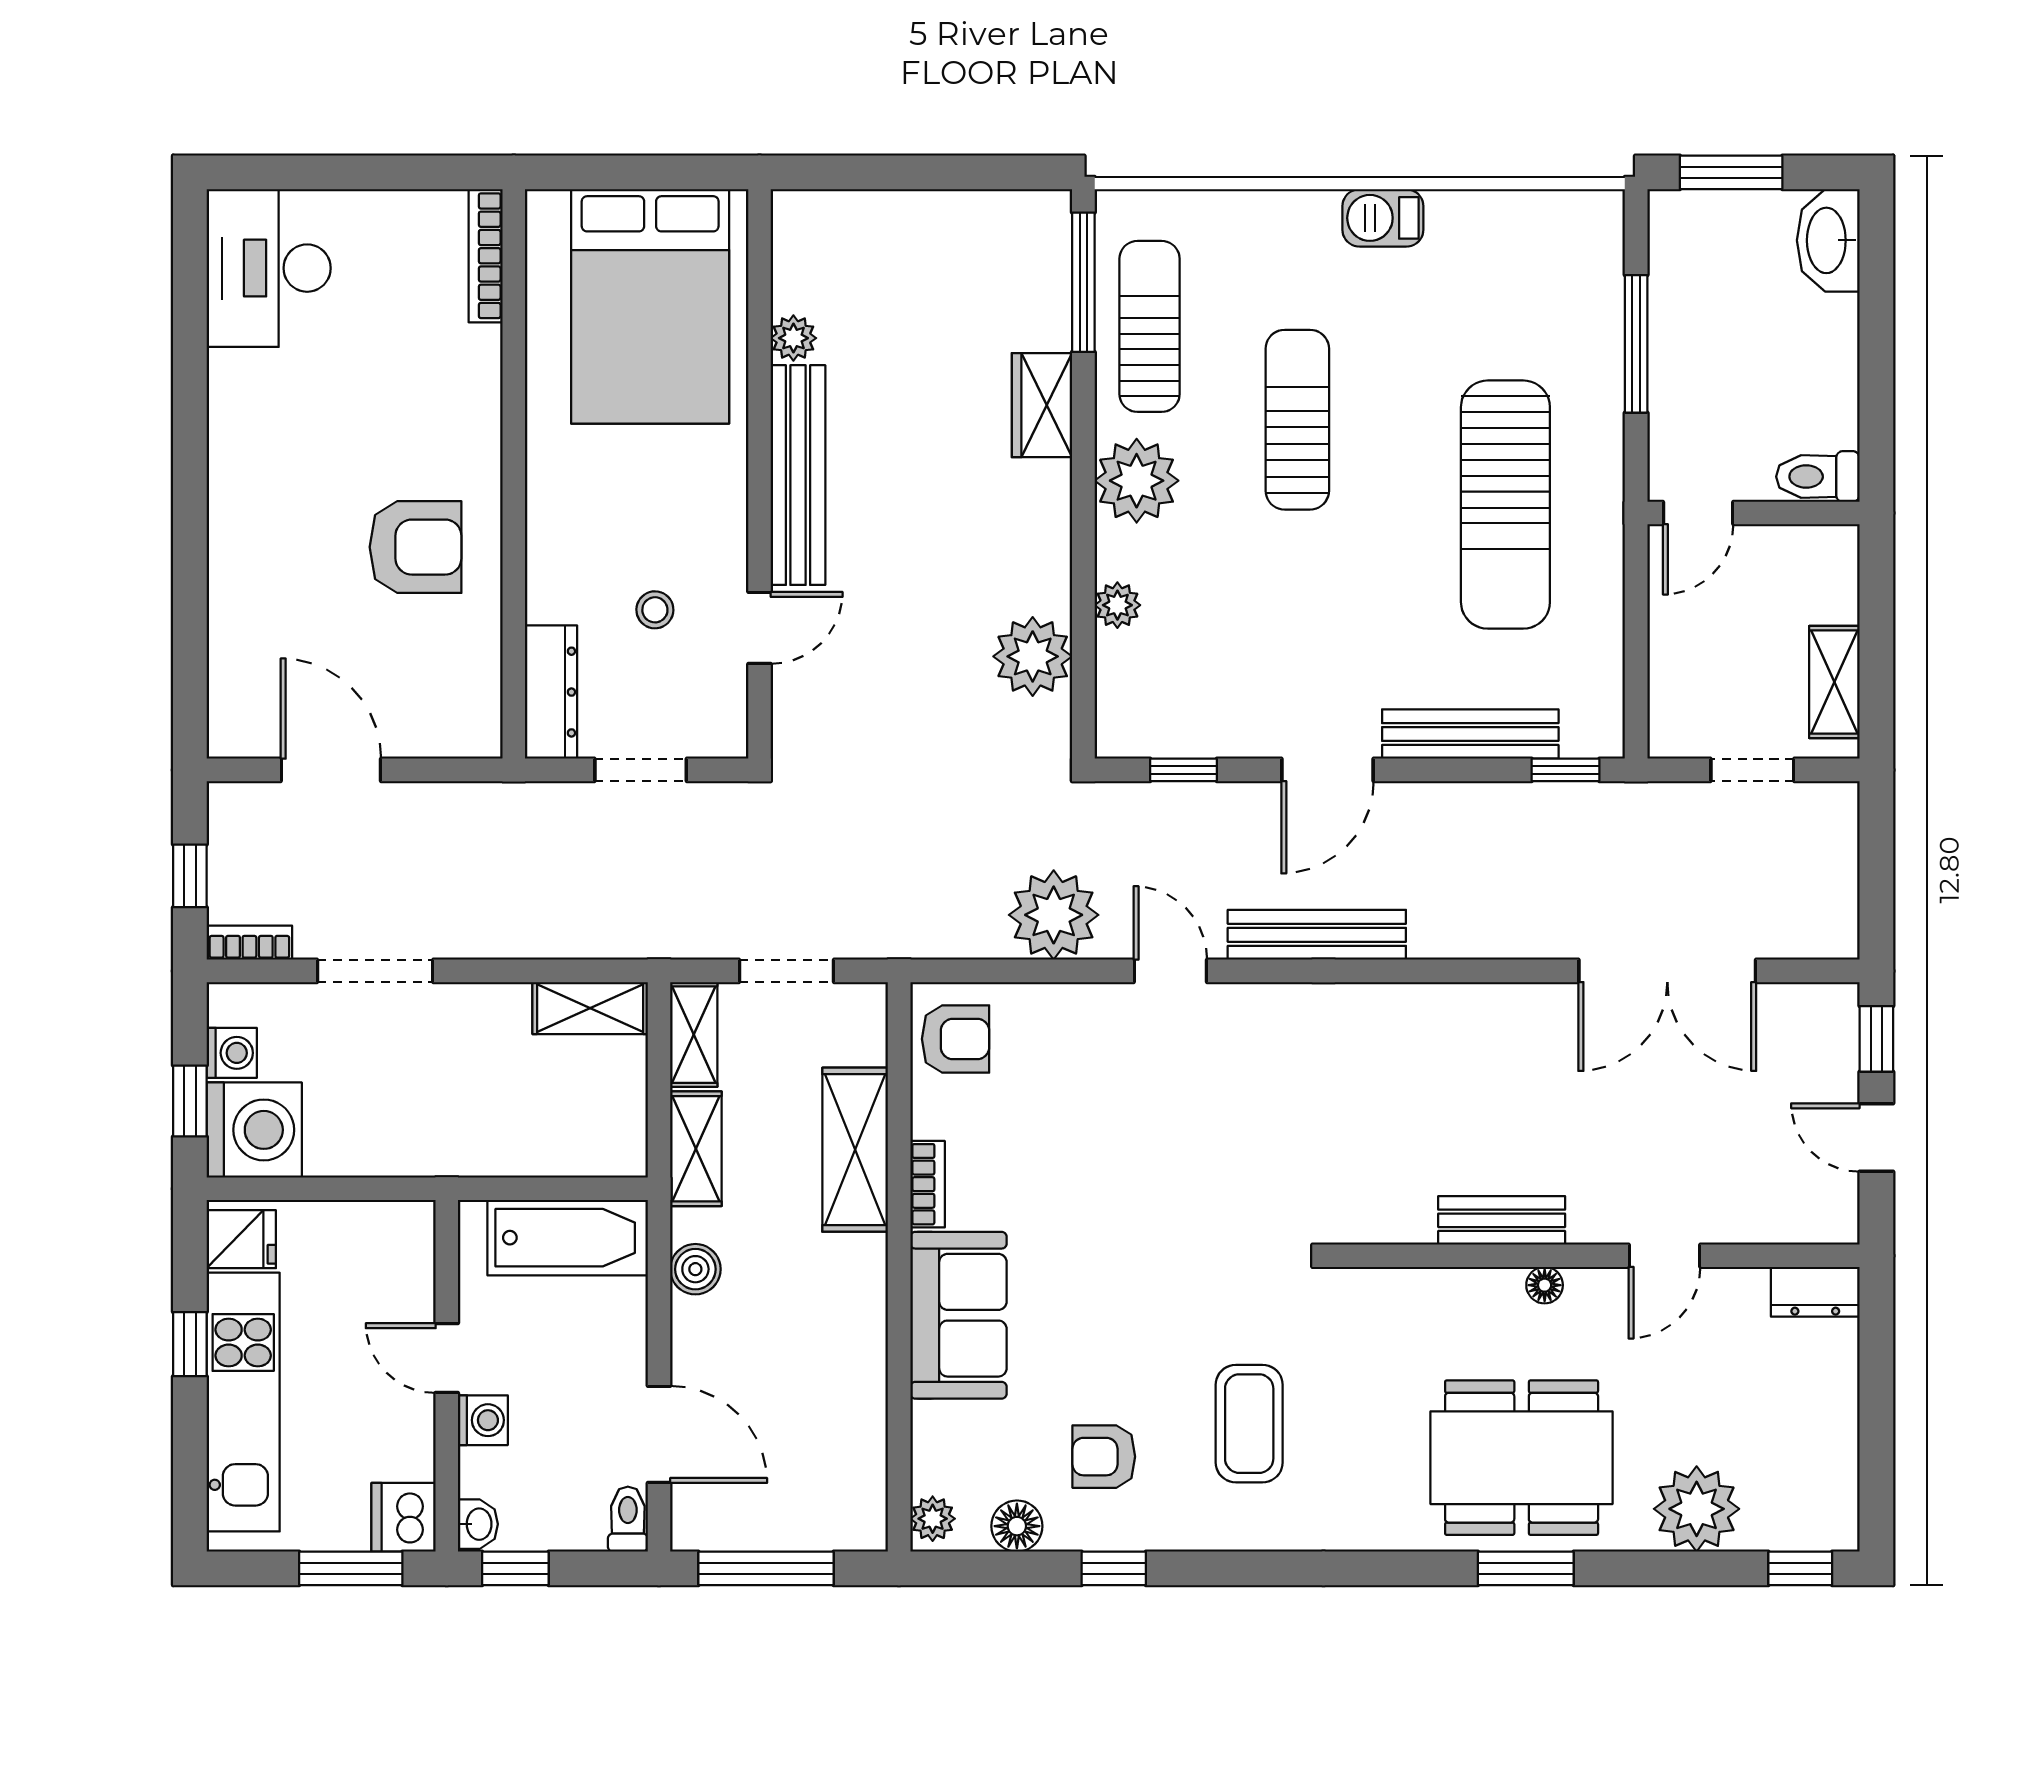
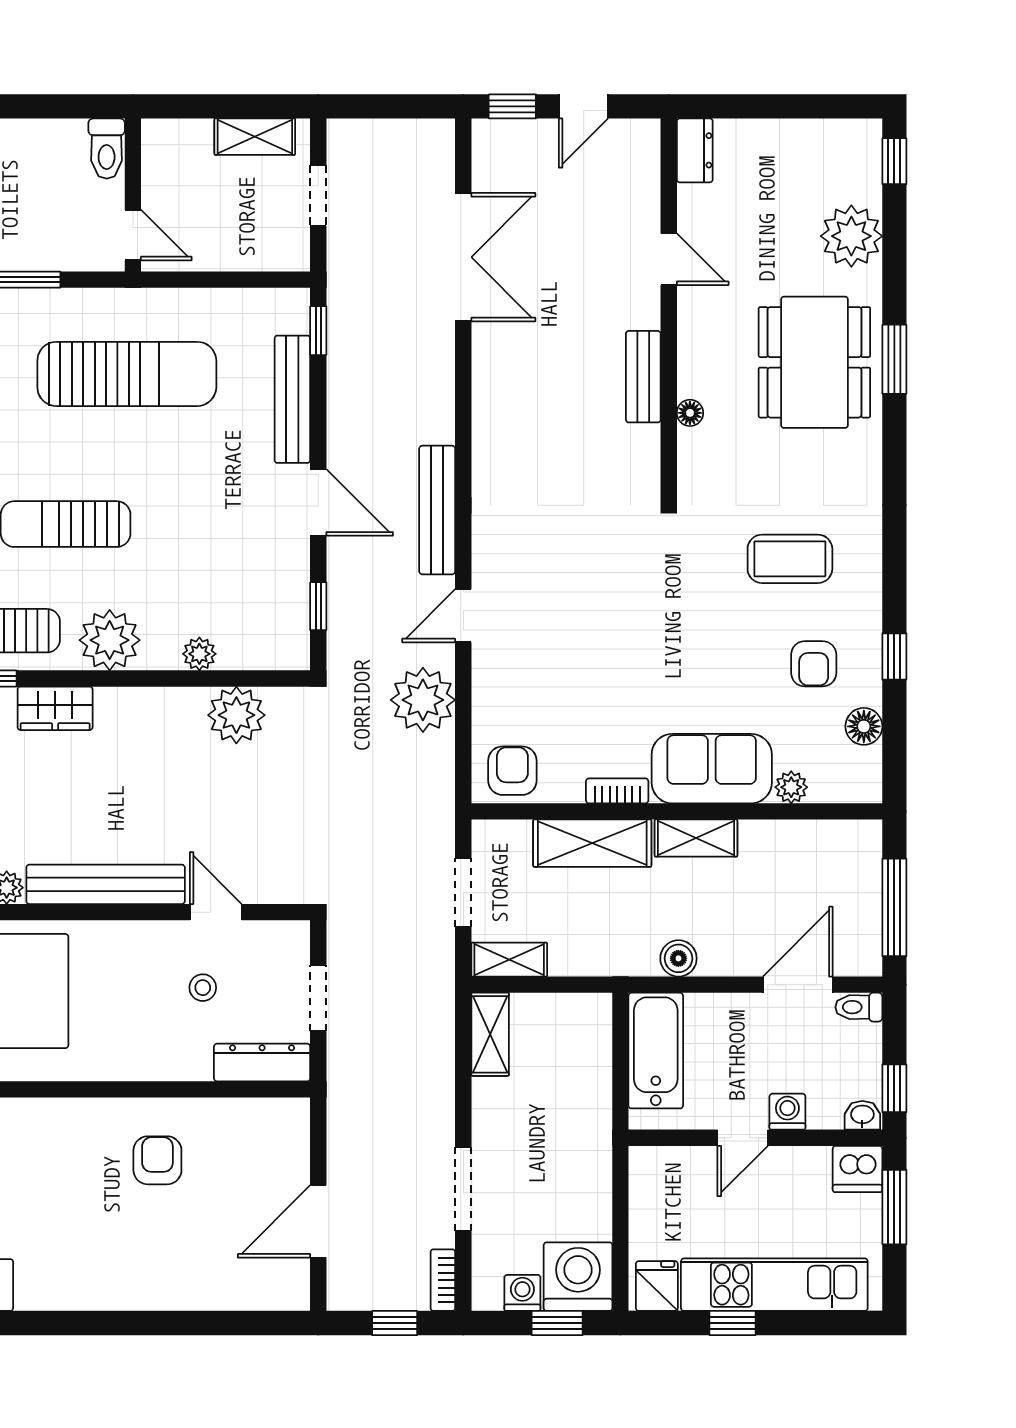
armchair: (416, 547) -> (157, 1160), width x0.72, depth x0.72
shelving: (696, 1149) -> (696, 838), moved
floor lamp: (1545, 1285) -> (690, 413), moved
plant: (933, 1519) -> (791, 787), moved

